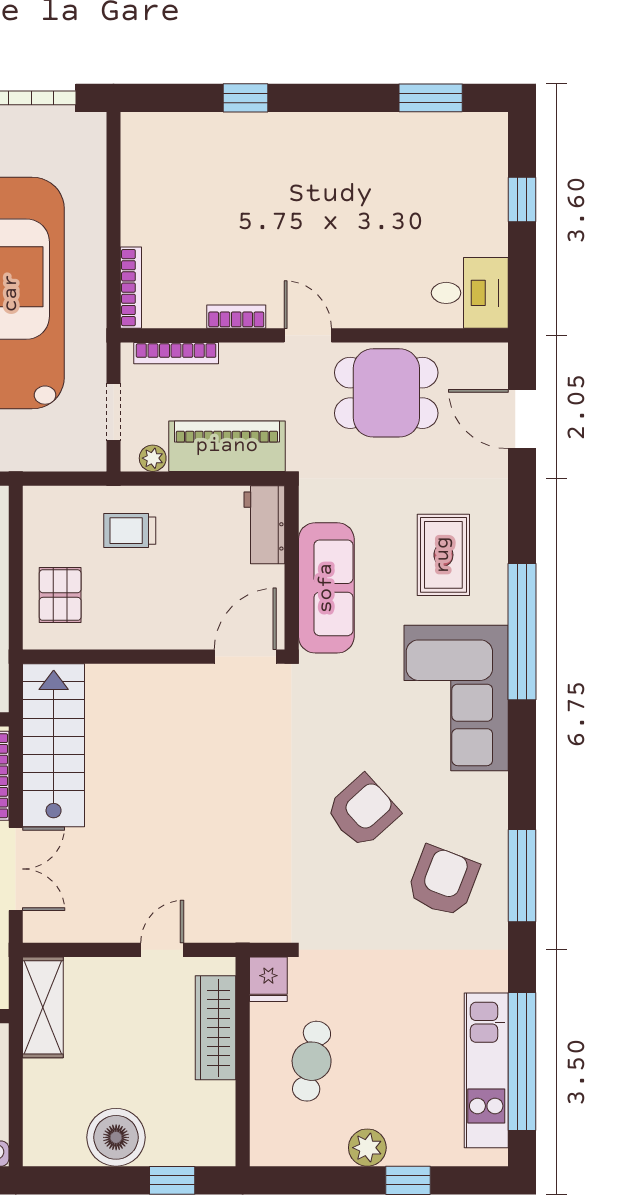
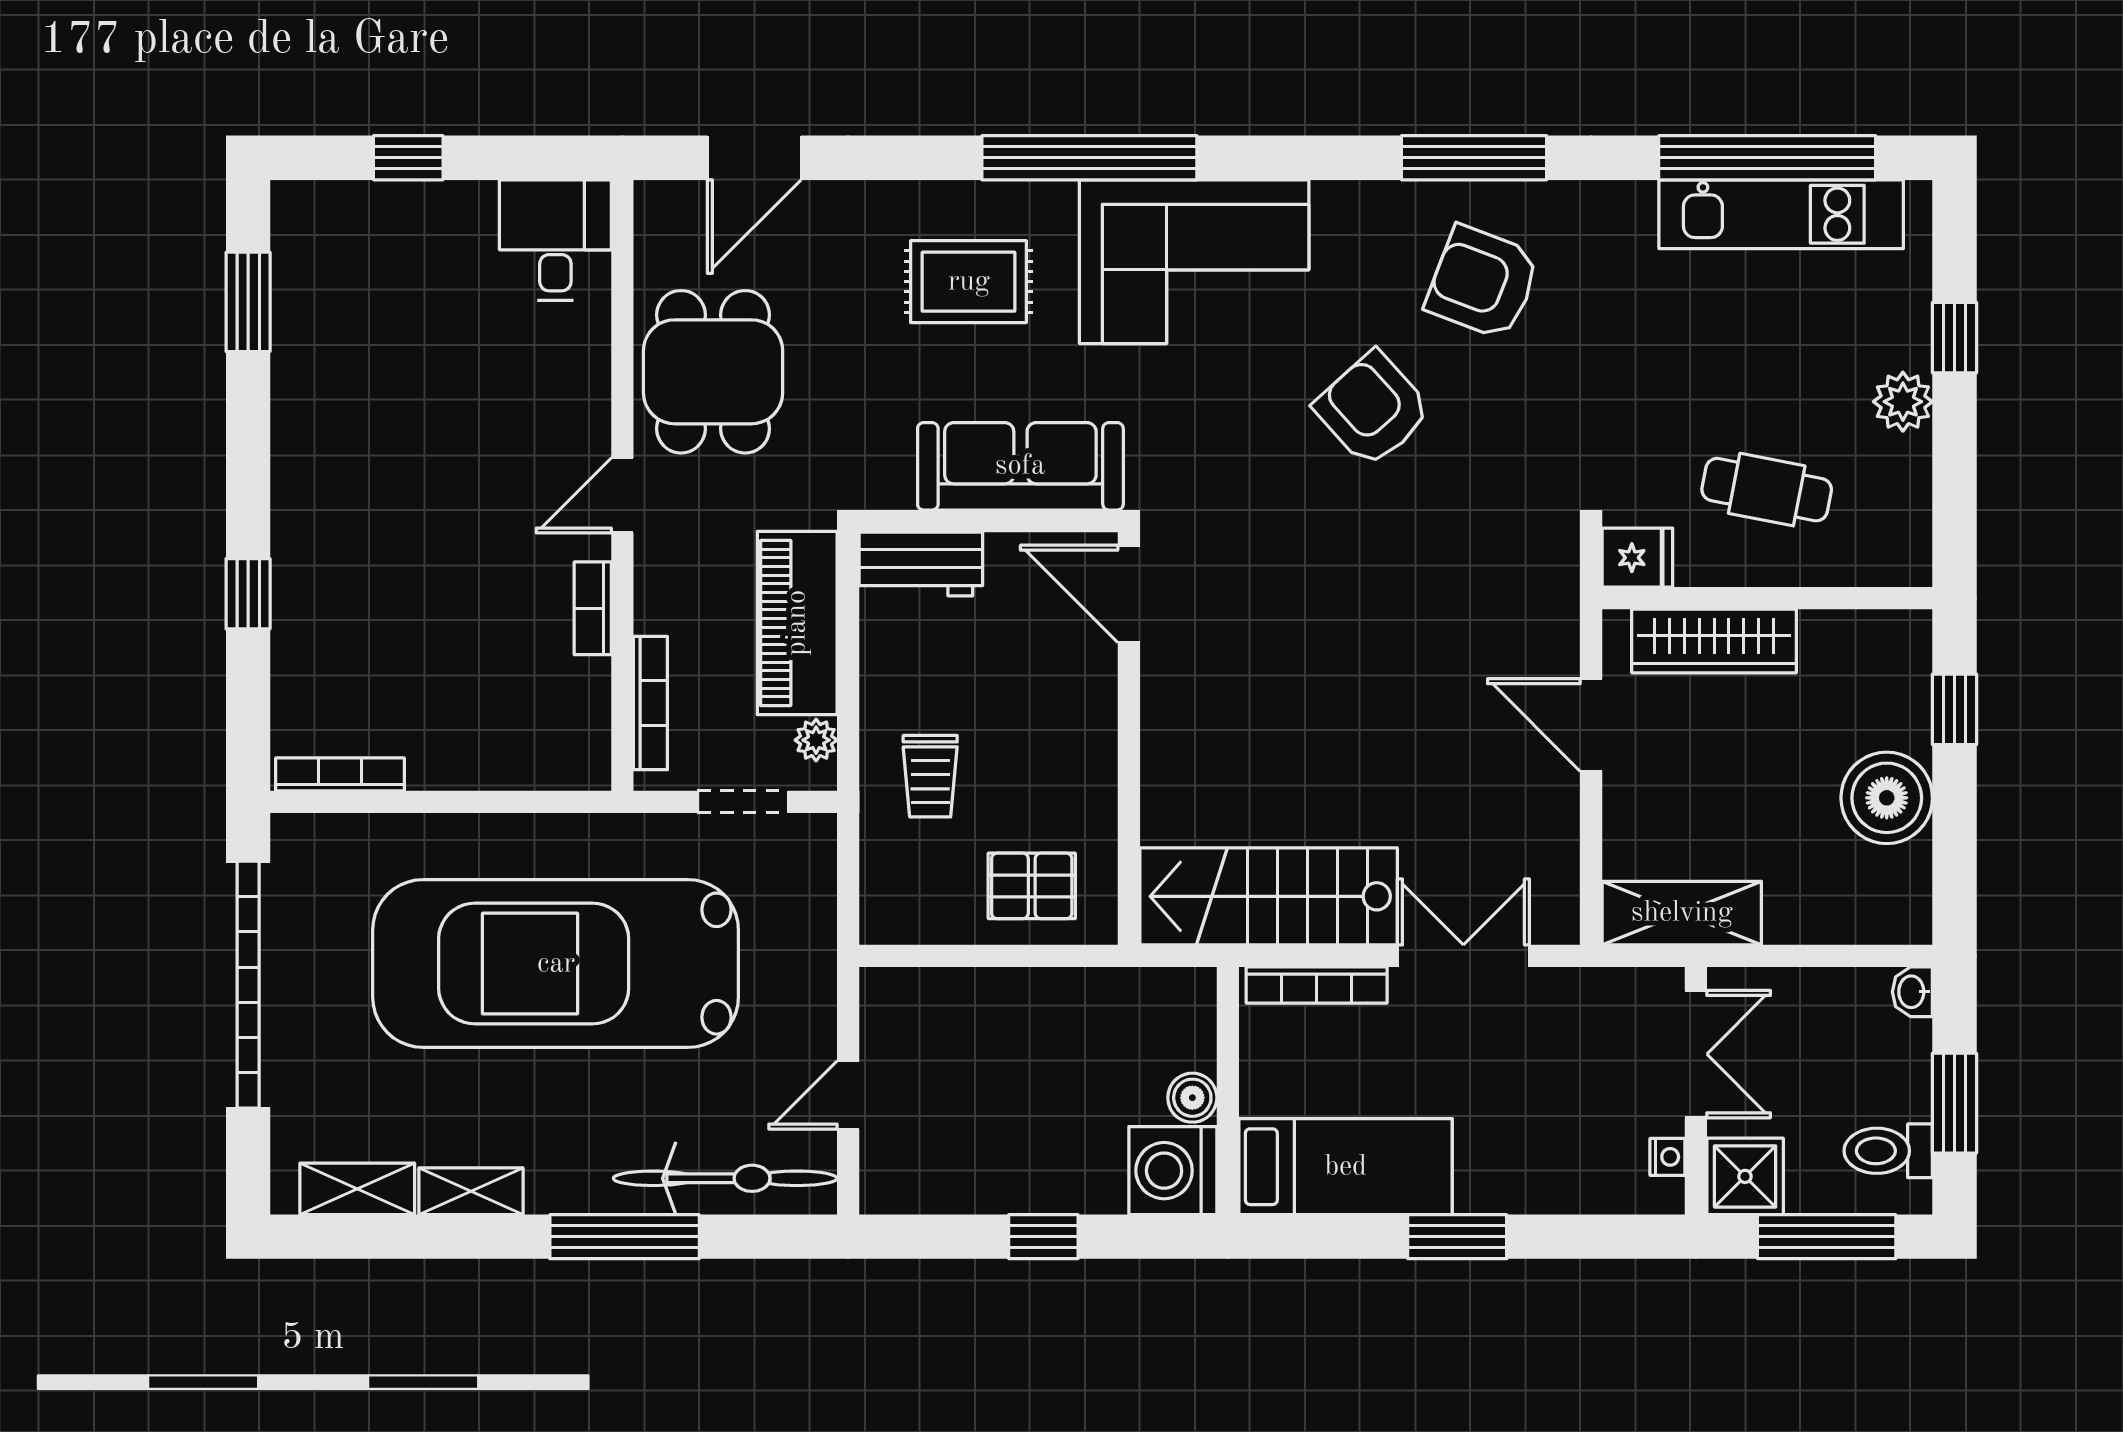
bookcase: (131, 288) -> (340, 774), moved
door: (162, 950) -> (1591, 725), width x1.38

